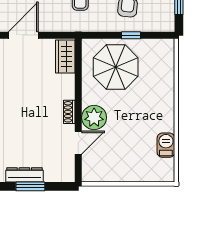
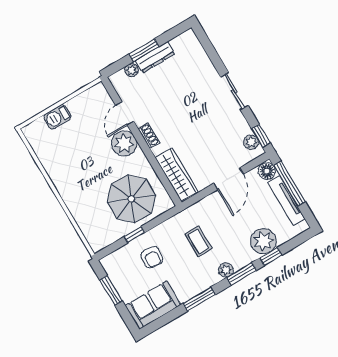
wardrobe: (65, 57) -> (176, 175), width x1.50
barbecue: (166, 145) -> (57, 117), moved, turned 90
plant: (51, 176) -> (132, 70), added

